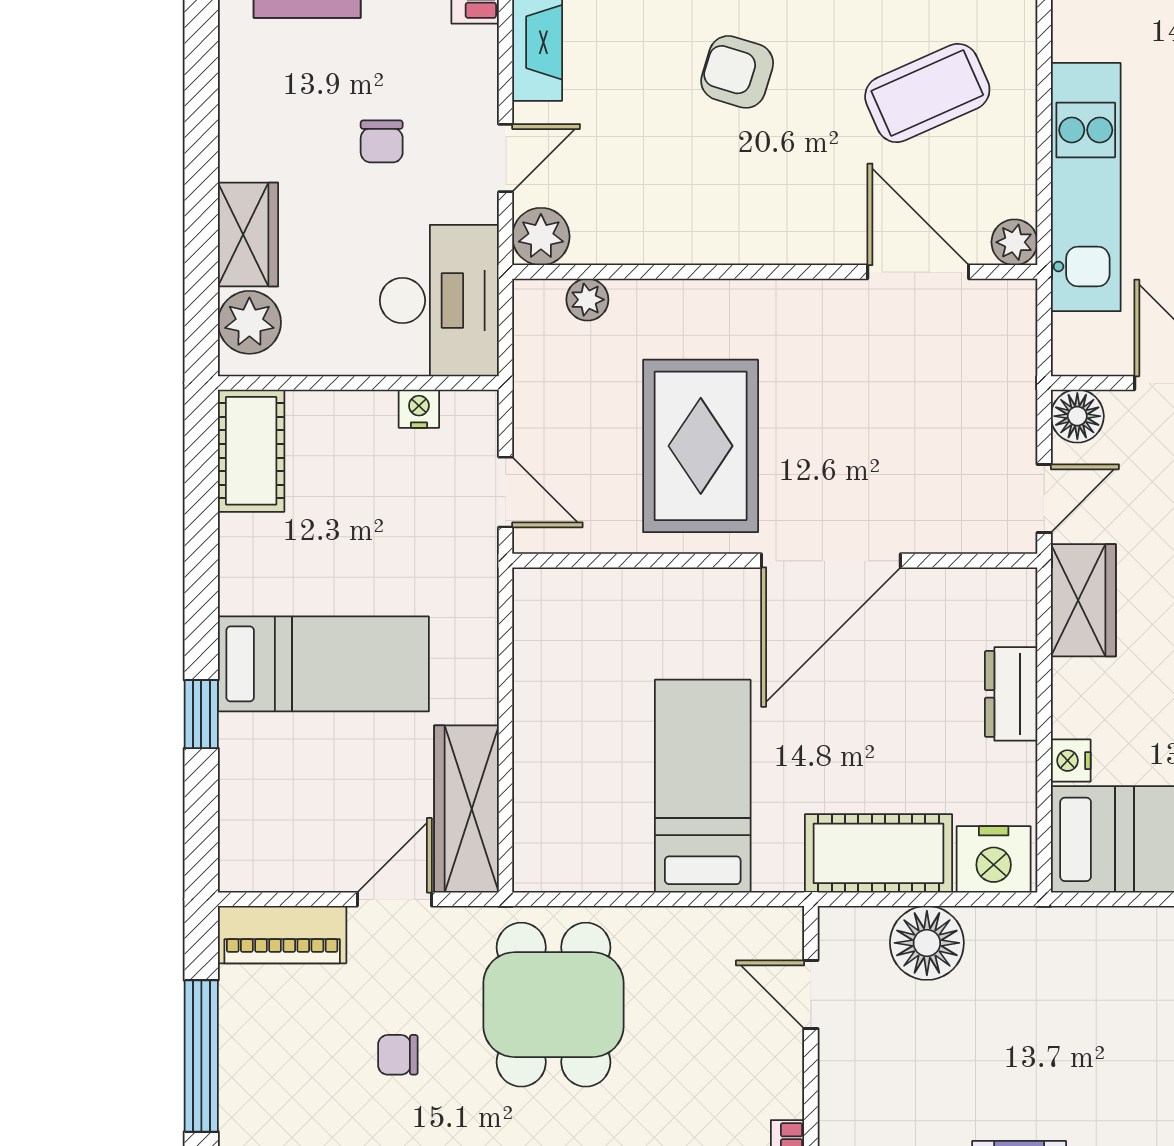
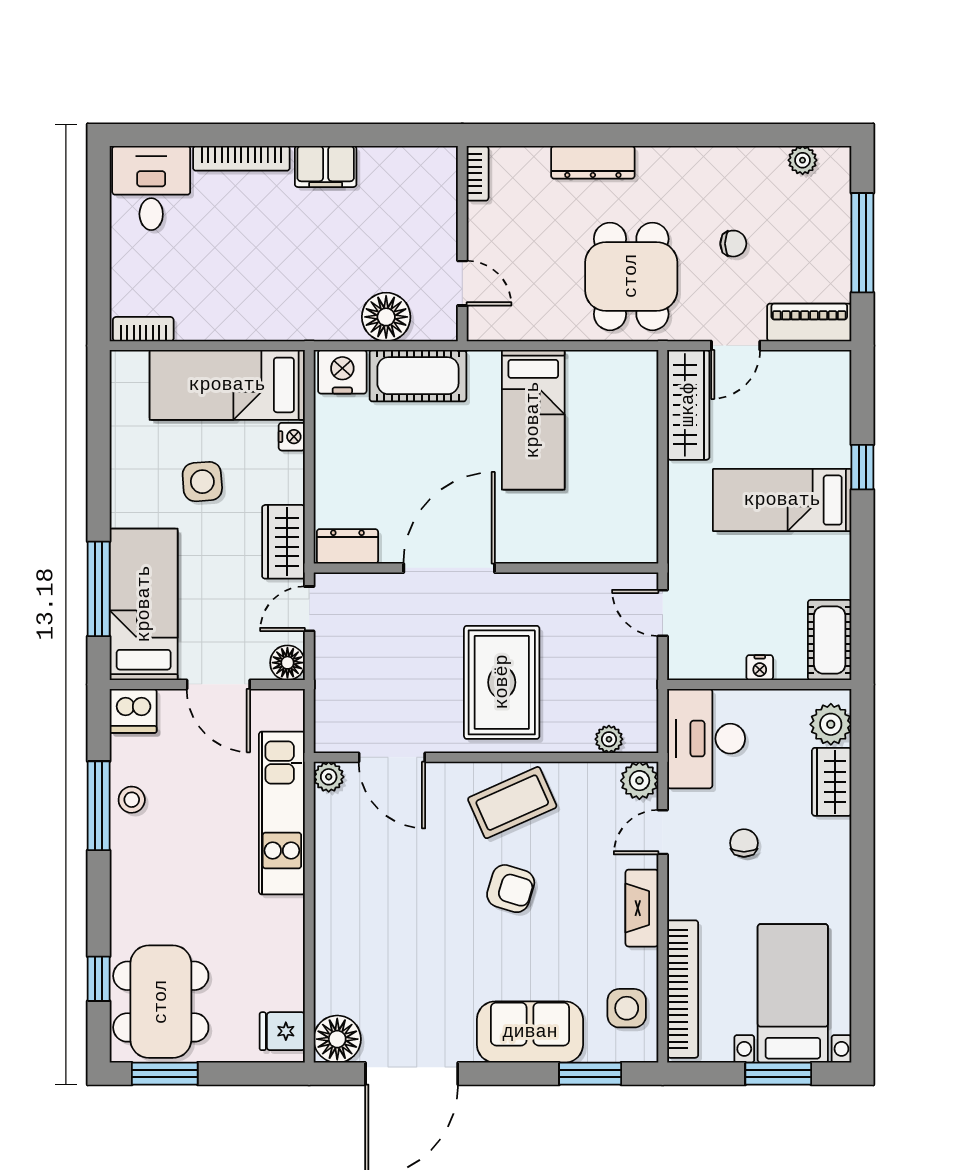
coffee table: (927, 93) -> (512, 803), moved
nightstand: (419, 409) -> (760, 668), moved
rug: (701, 446) -> (502, 682), moved
dresser: (1011, 694) -> (347, 546), moved, turned -90

